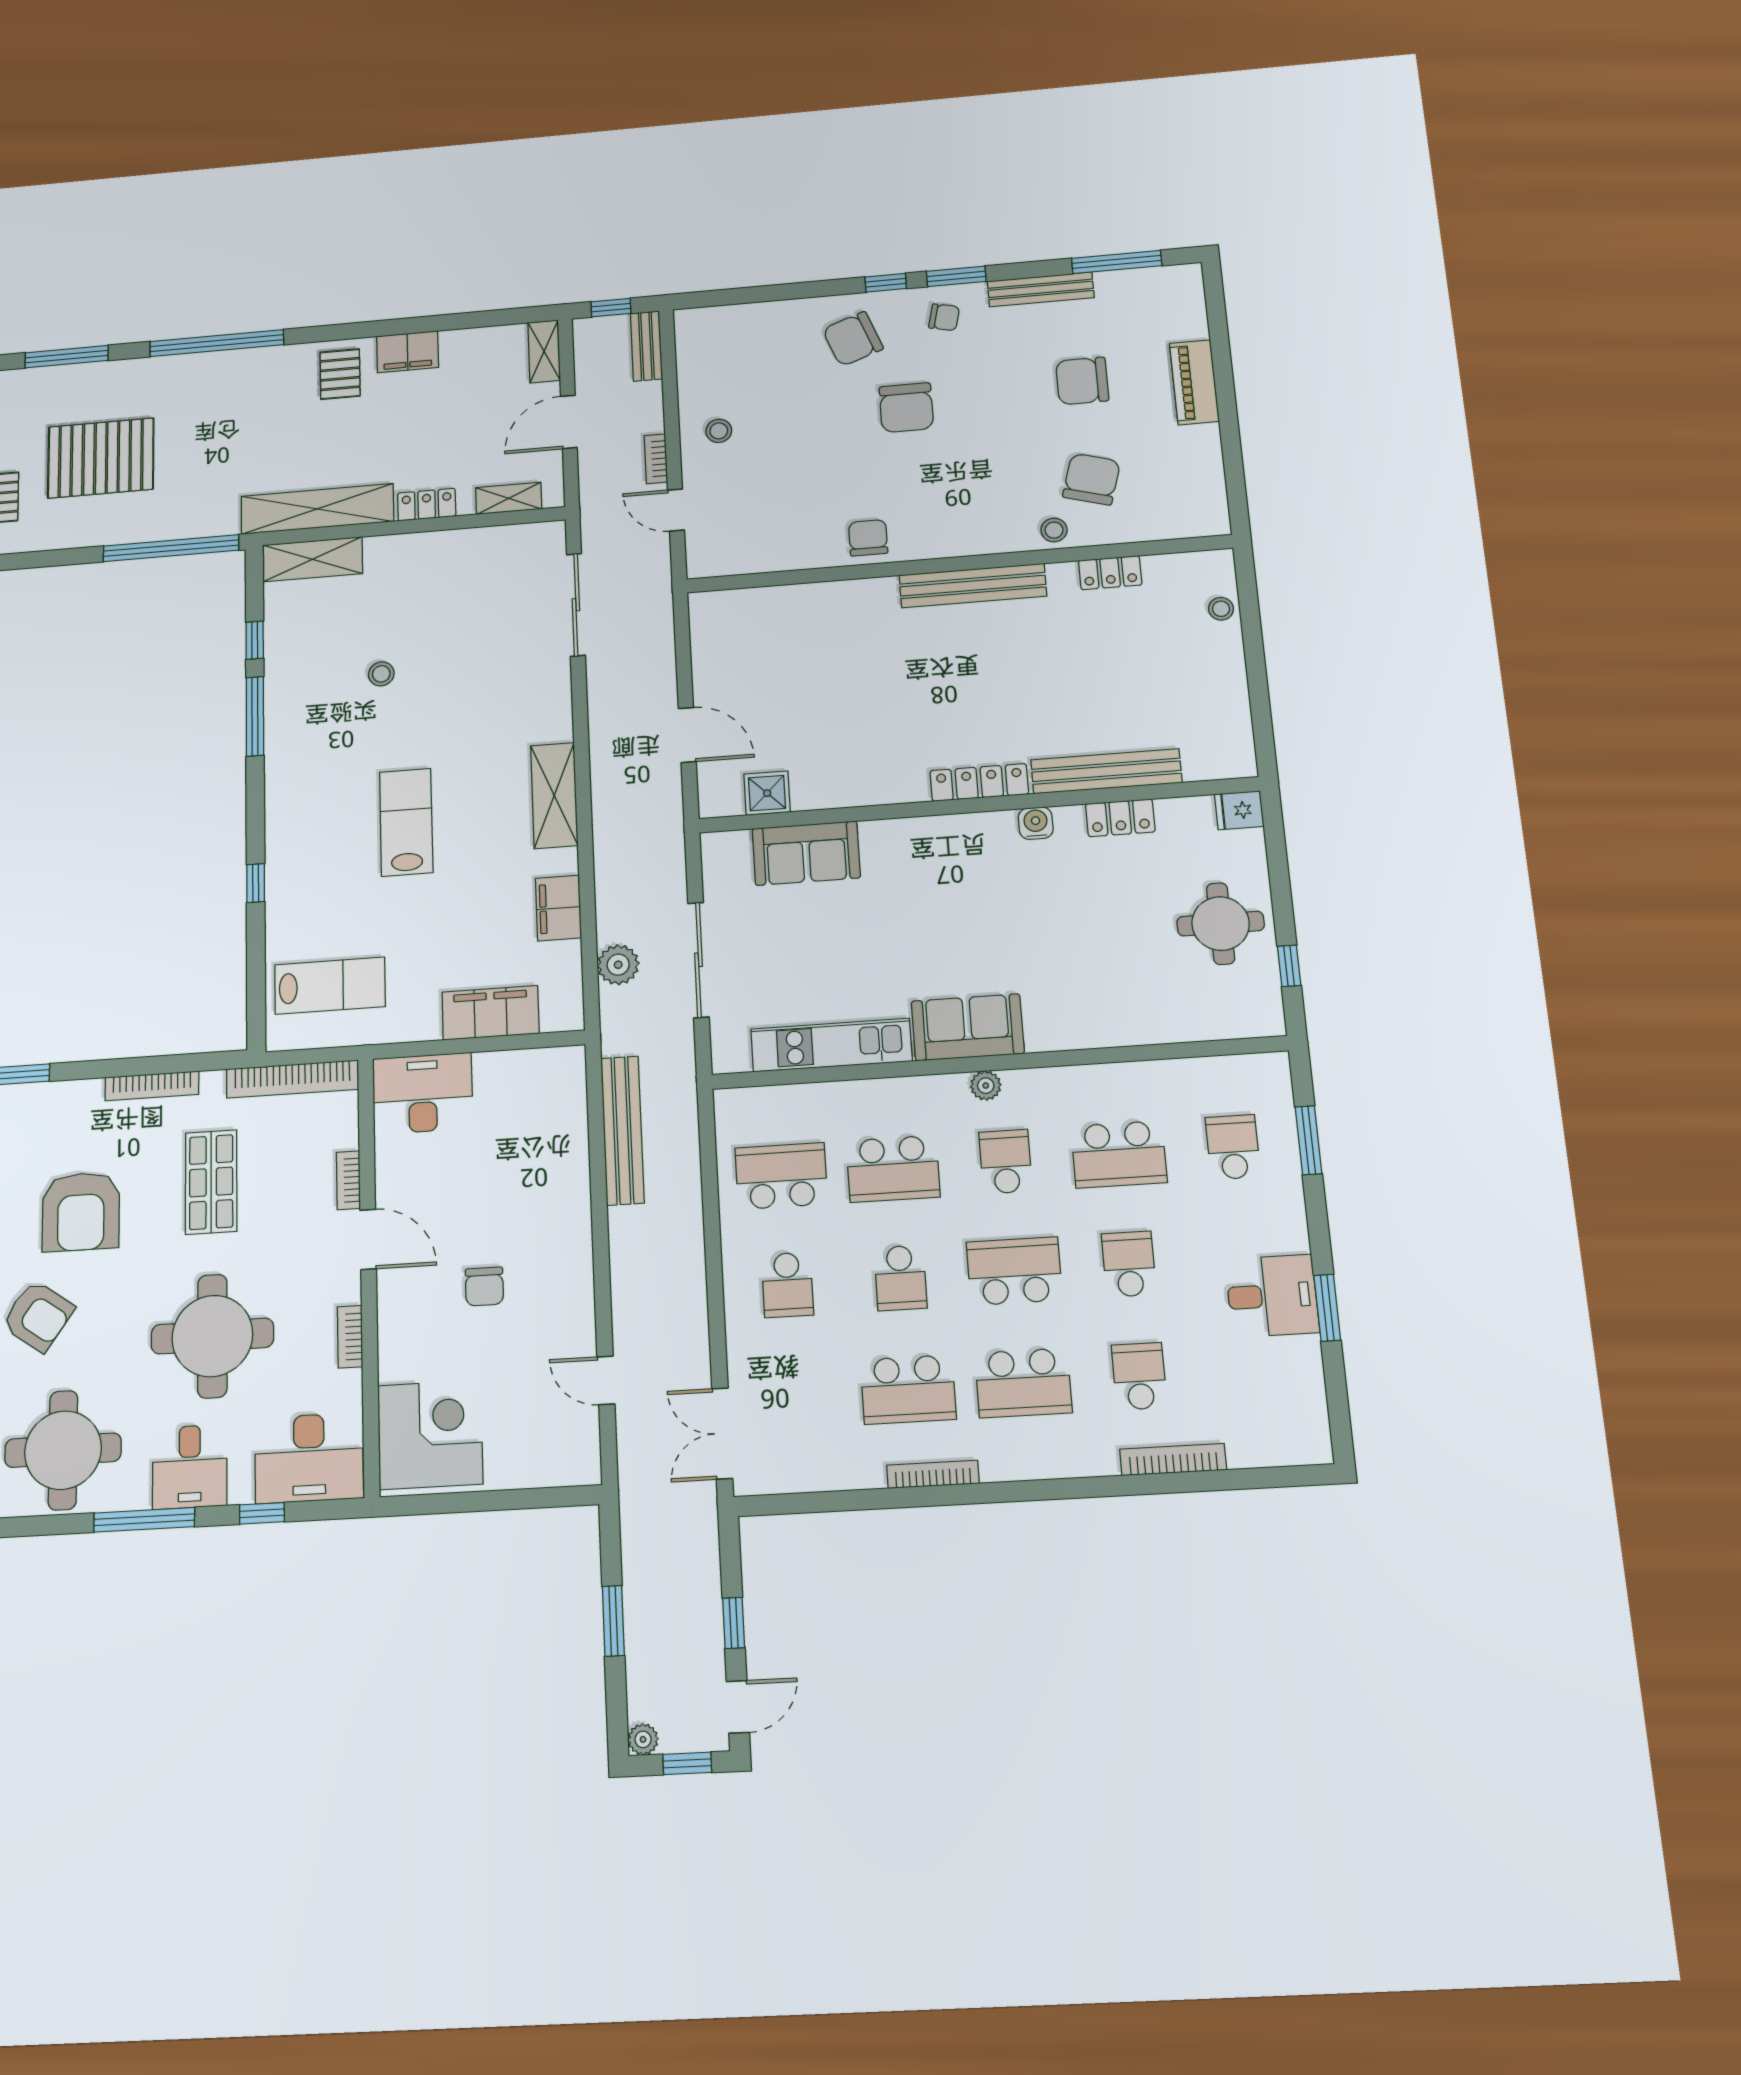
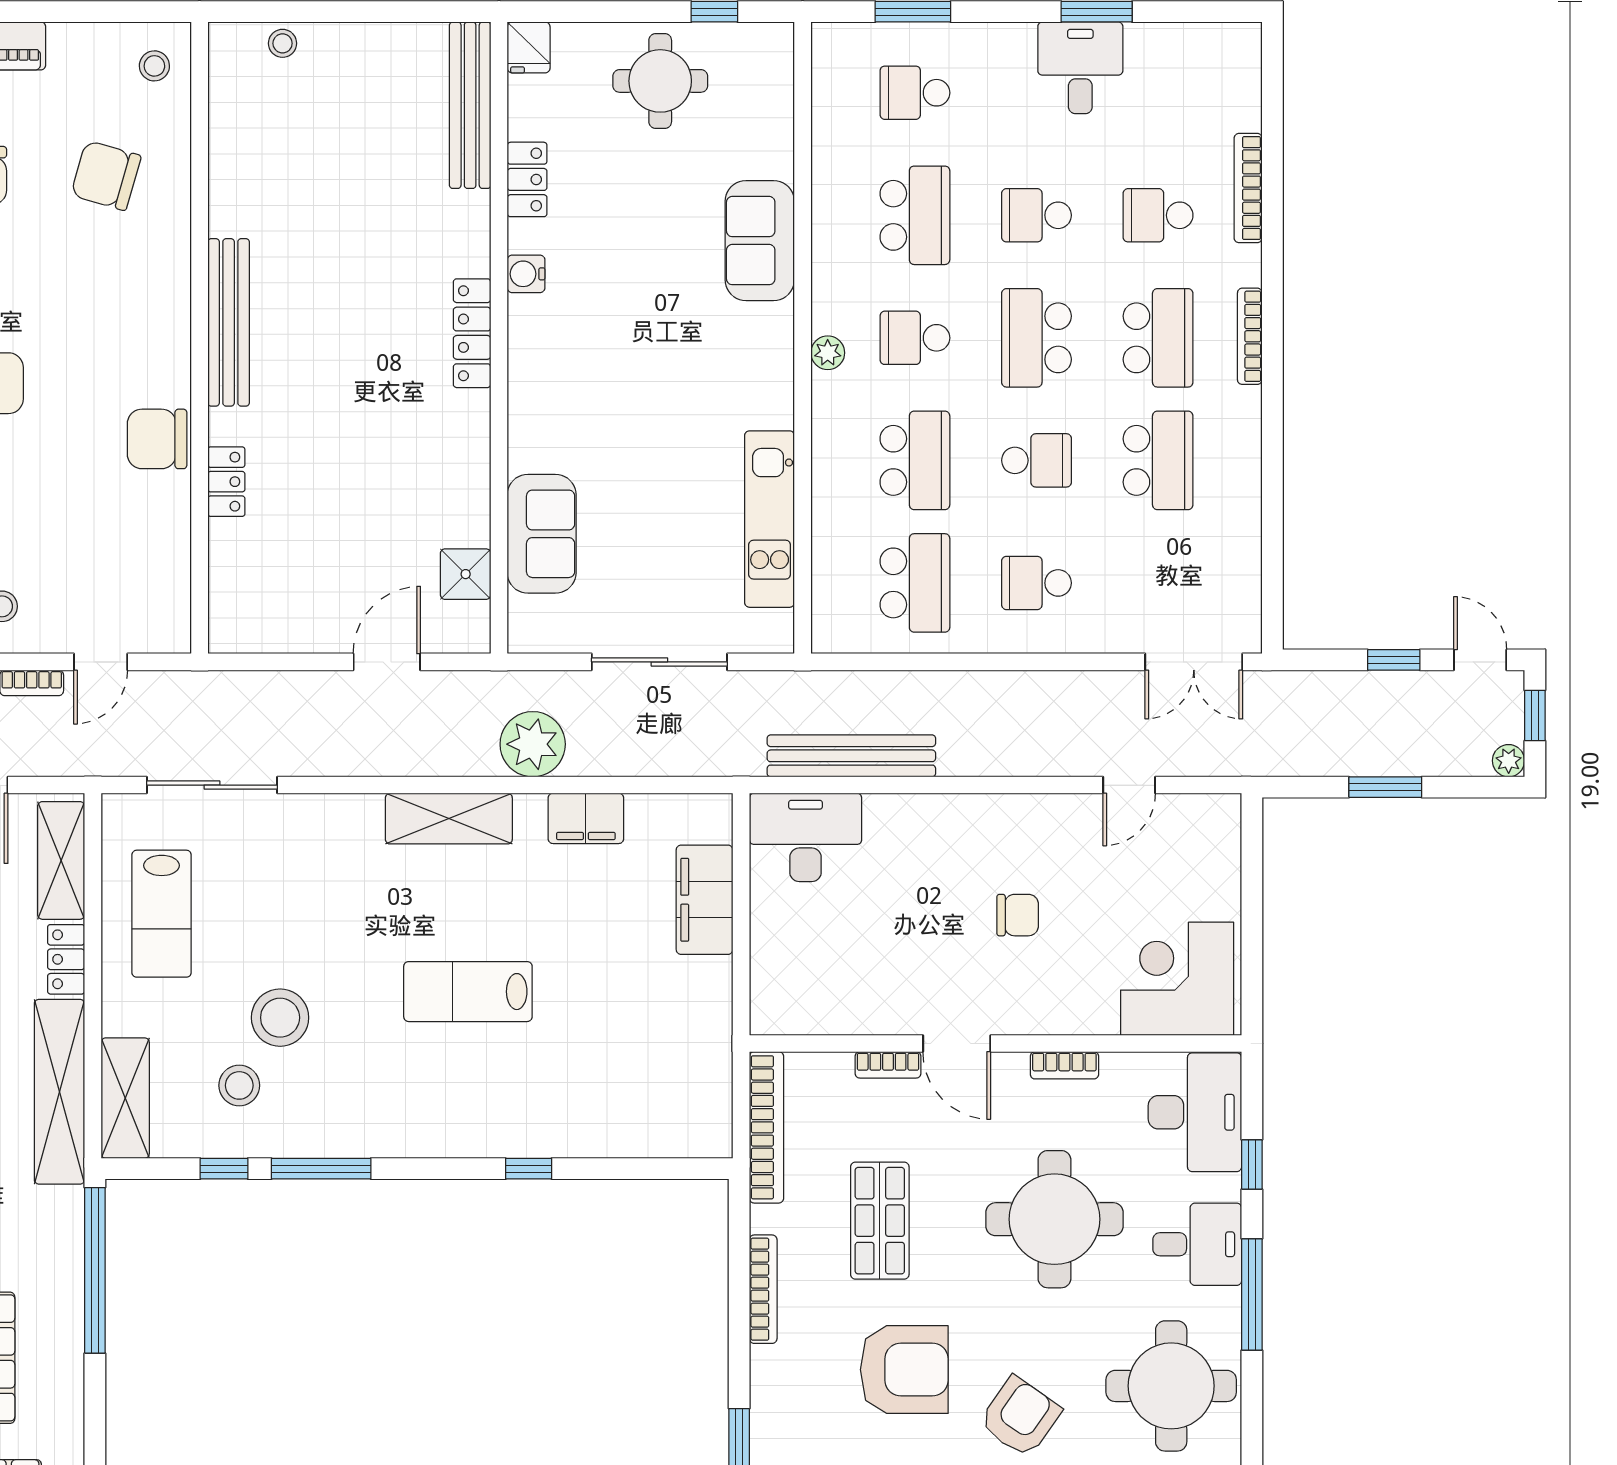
shelving: (509, 498) -> (61, 860), width x1.50, depth x1.33
stool: (1054, 530) -> (154, 66), moved
chair: (868, 538) -> (157, 439), width x1.37, depth x1.37
locker: (1110, 573) -> (226, 482), moved
stool: (324, 647) -> (239, 1085), added
stool: (381, 674) -> (280, 1018), width x1.89, depth x1.89
bench: (1106, 771) -> (470, 105), moved
plant: (618, 965) -> (533, 744), moved, width x1.36, depth x1.36
lab bench: (330, 986) -> (162, 914), moved, turned 180
sofa: (968, 1027) -> (760, 241), moved
desk: (423, 1093) -> (806, 837), moved, turned 90
school desk: (781, 1176) -> (915, 583), turned 180
shop shelf: (211, 1182) -> (880, 1221), turned 90
door: (368, 1239) -> (957, 1043), swing flipped
school desk: (787, 1285) -> (1036, 583), turned 180
bookcase: (933, 1474) -> (1250, 336), moved

